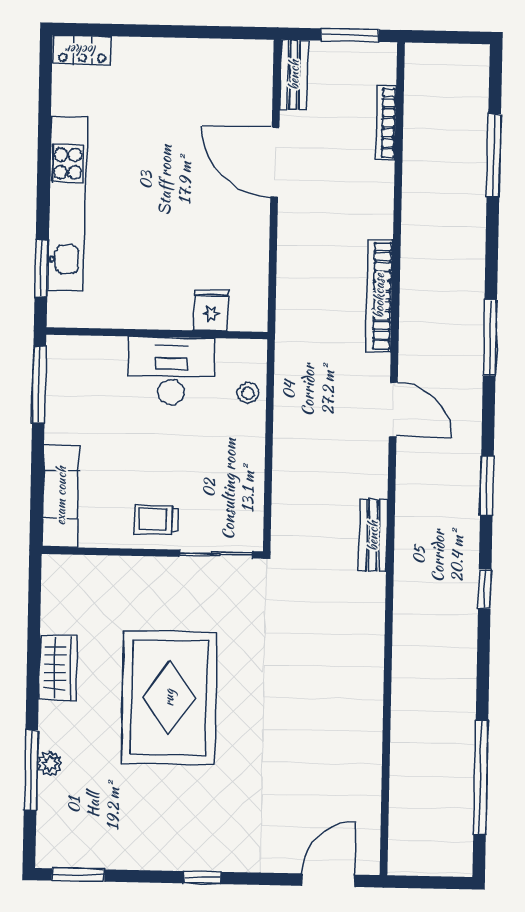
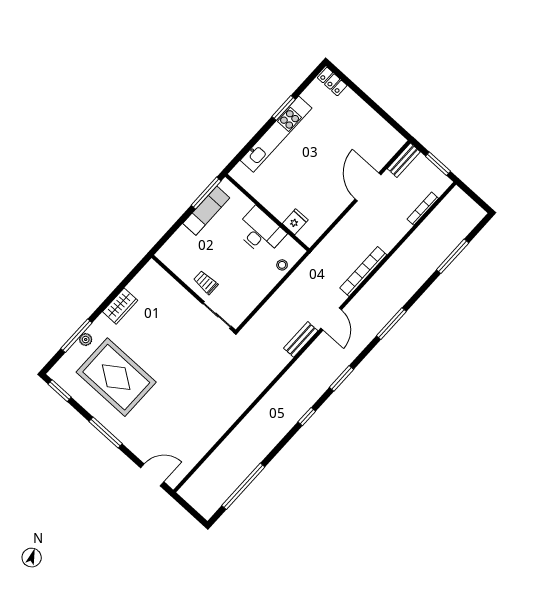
window: (41, 268) -> (284, 108), moved
exam couch: (61, 496) -> (206, 211), moved
bench: (373, 536) -> (301, 339), moved
rug: (169, 698) -> (116, 377), moved, turned 90
window: (202, 878) -> (106, 433), width x2.17

